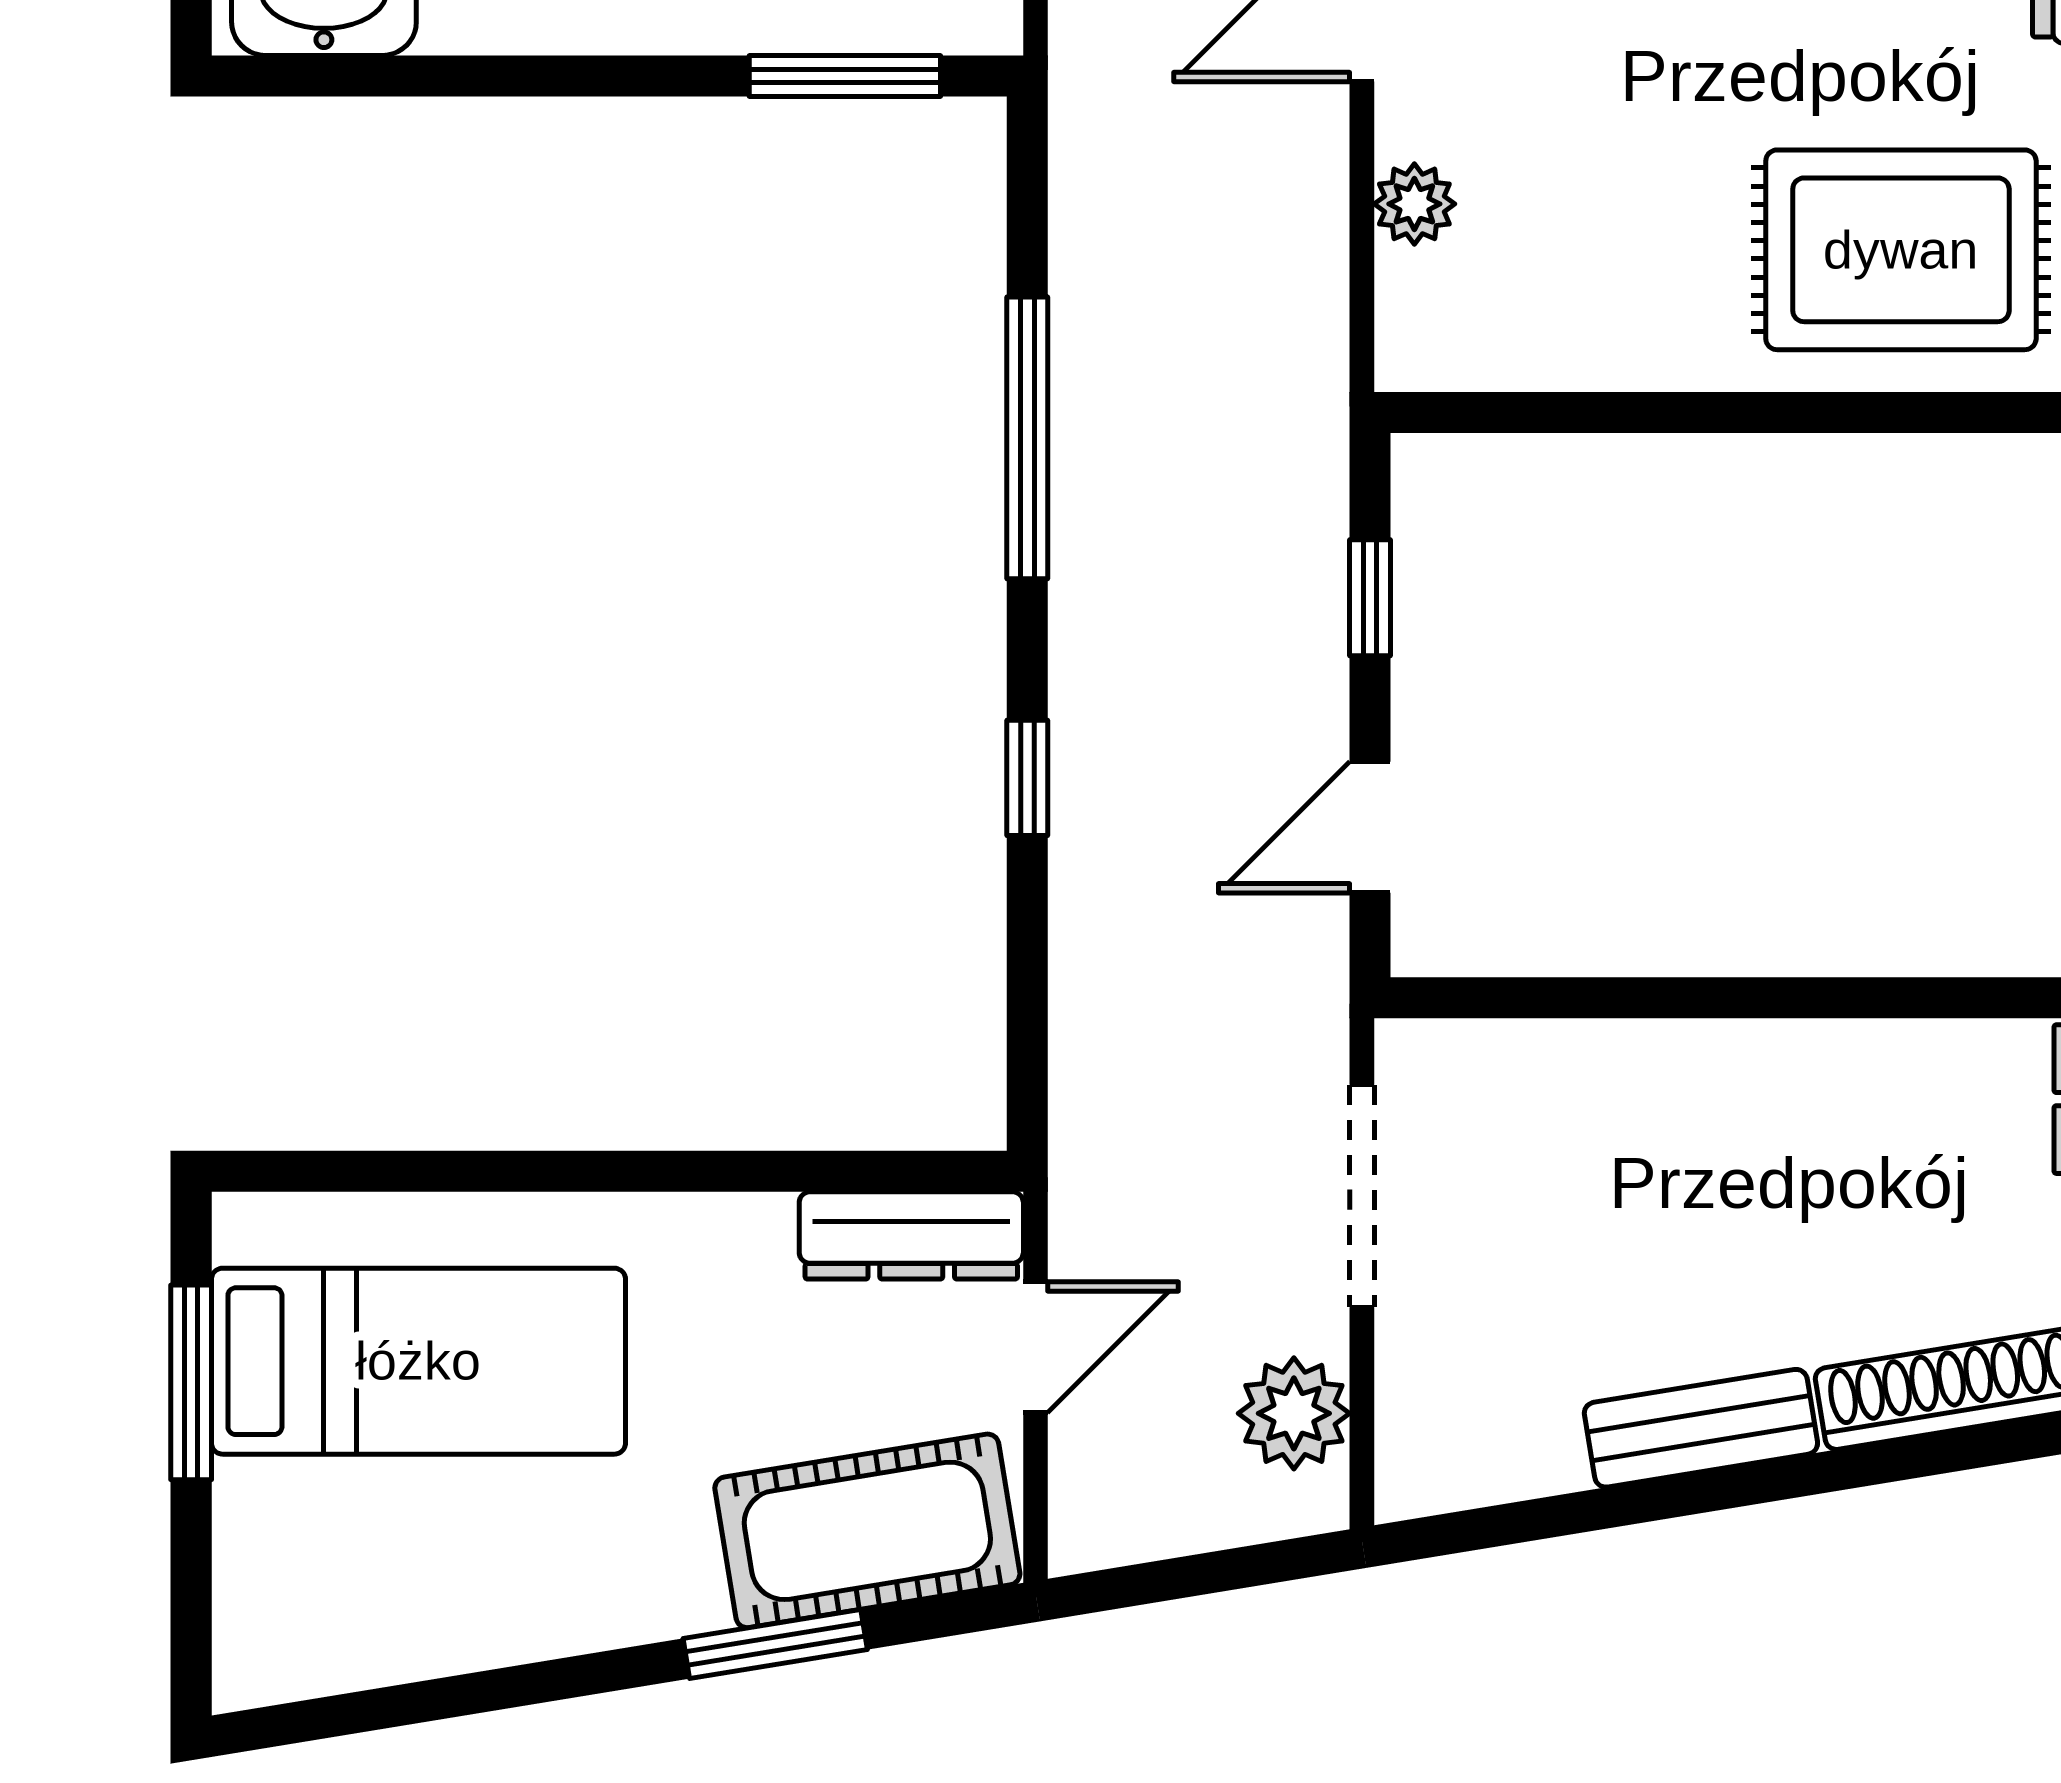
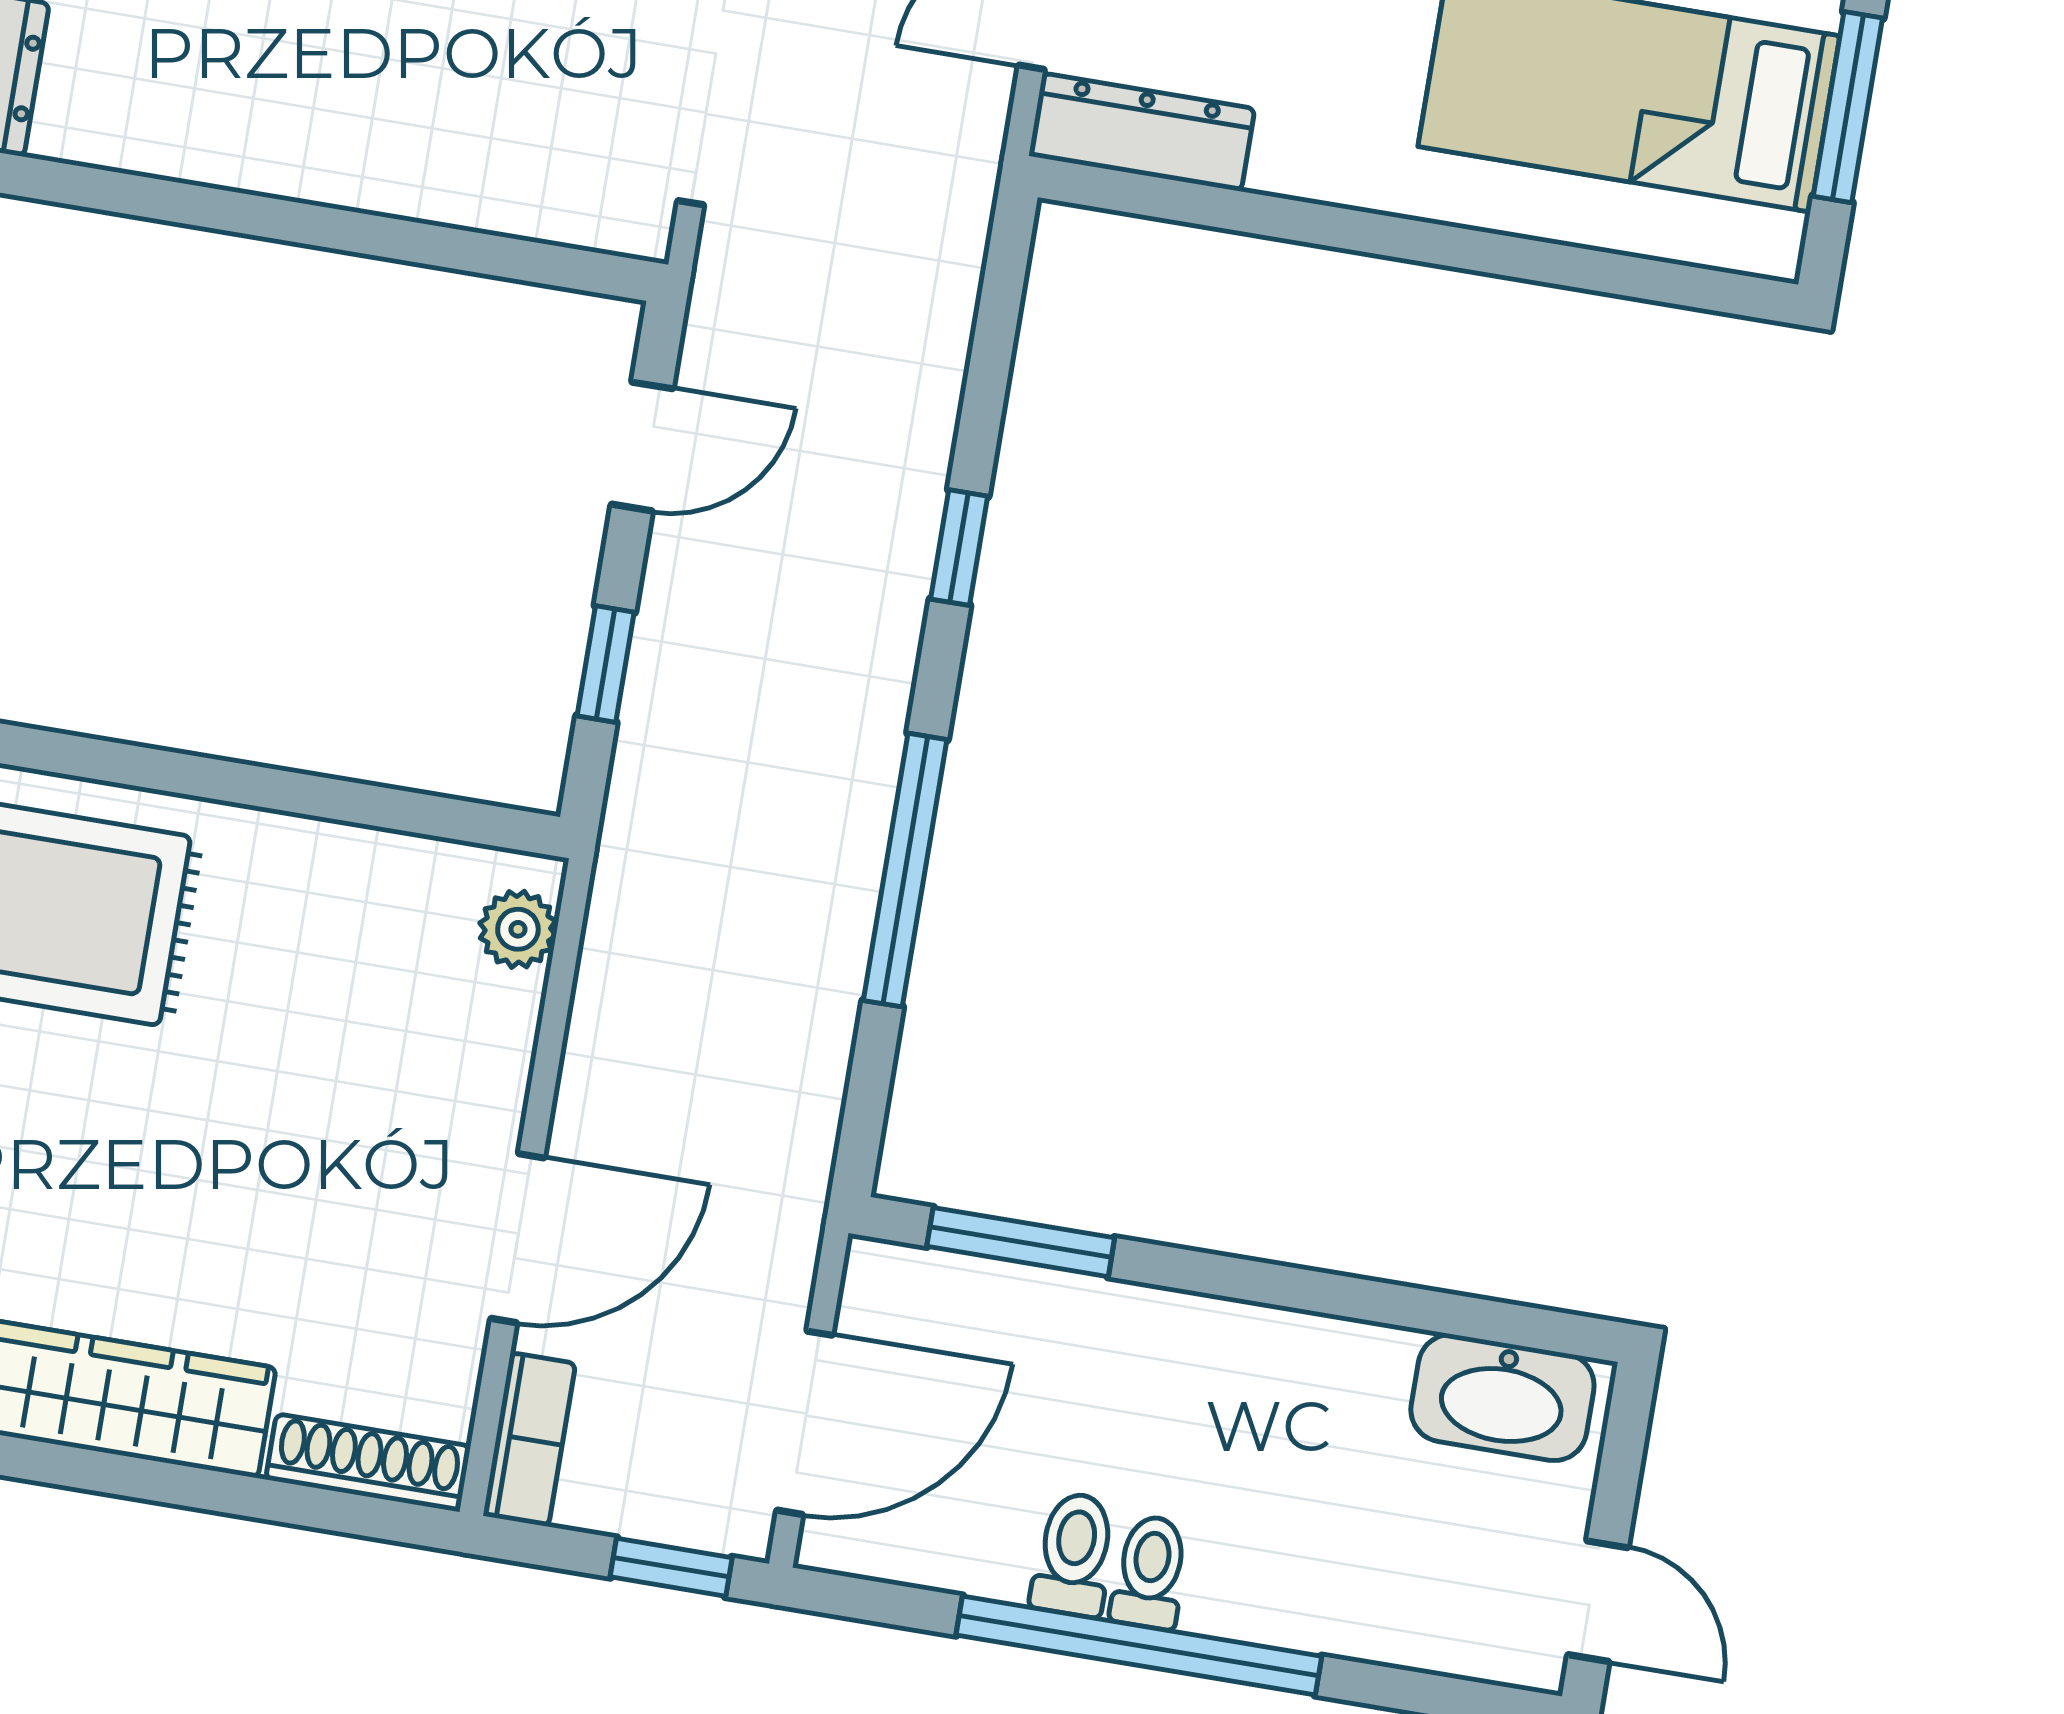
plant: (1414, 204) -> (518, 929), moved

